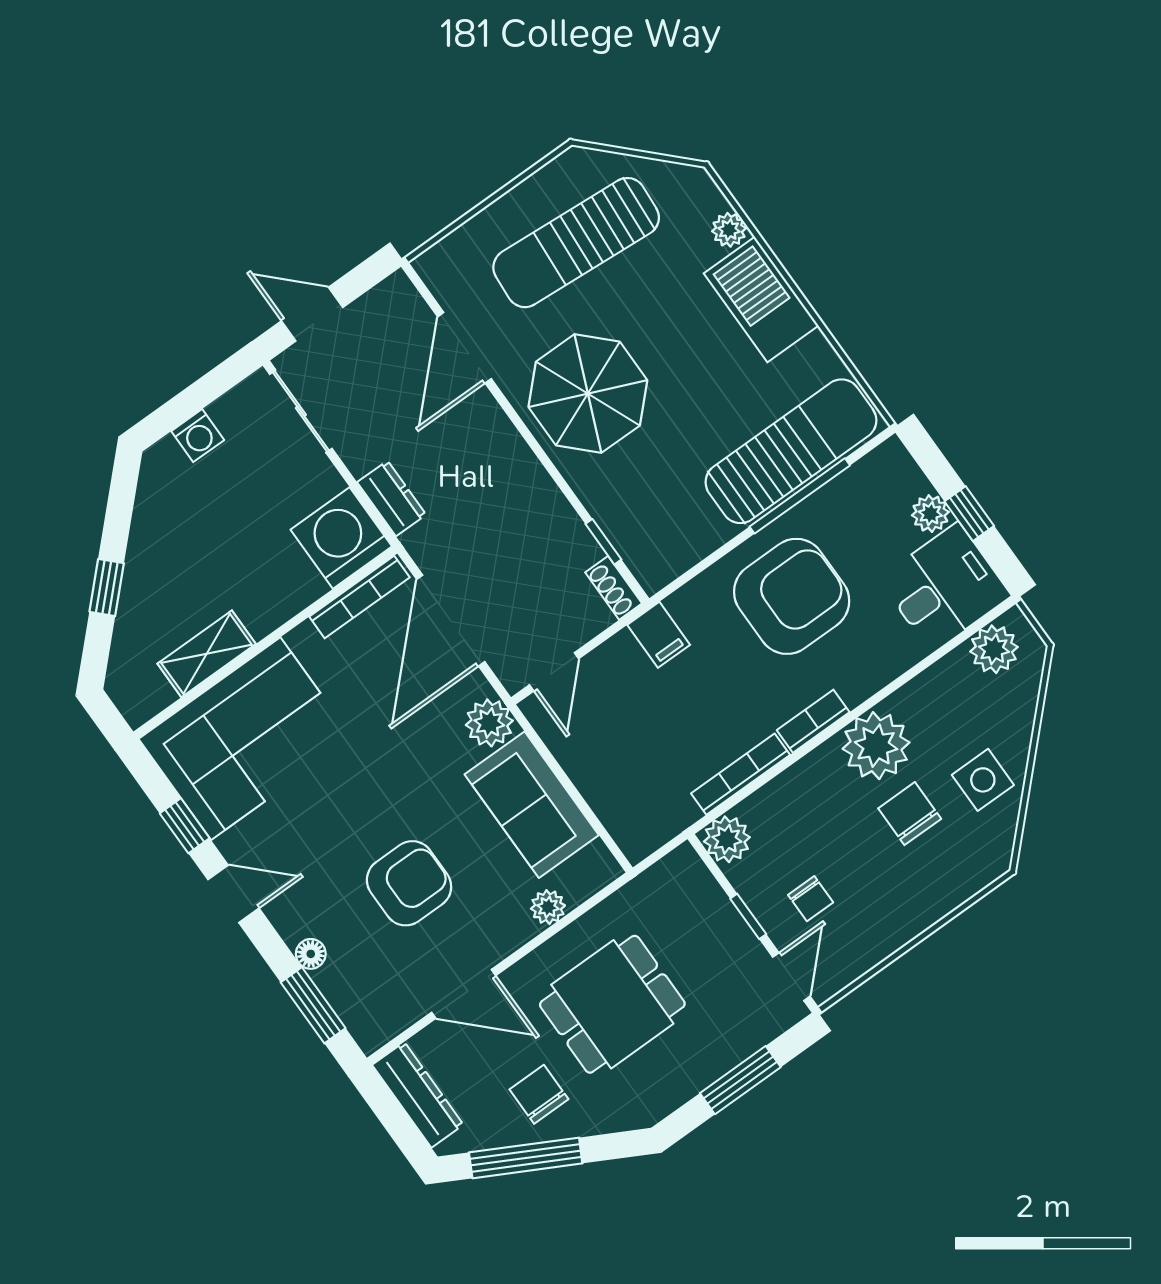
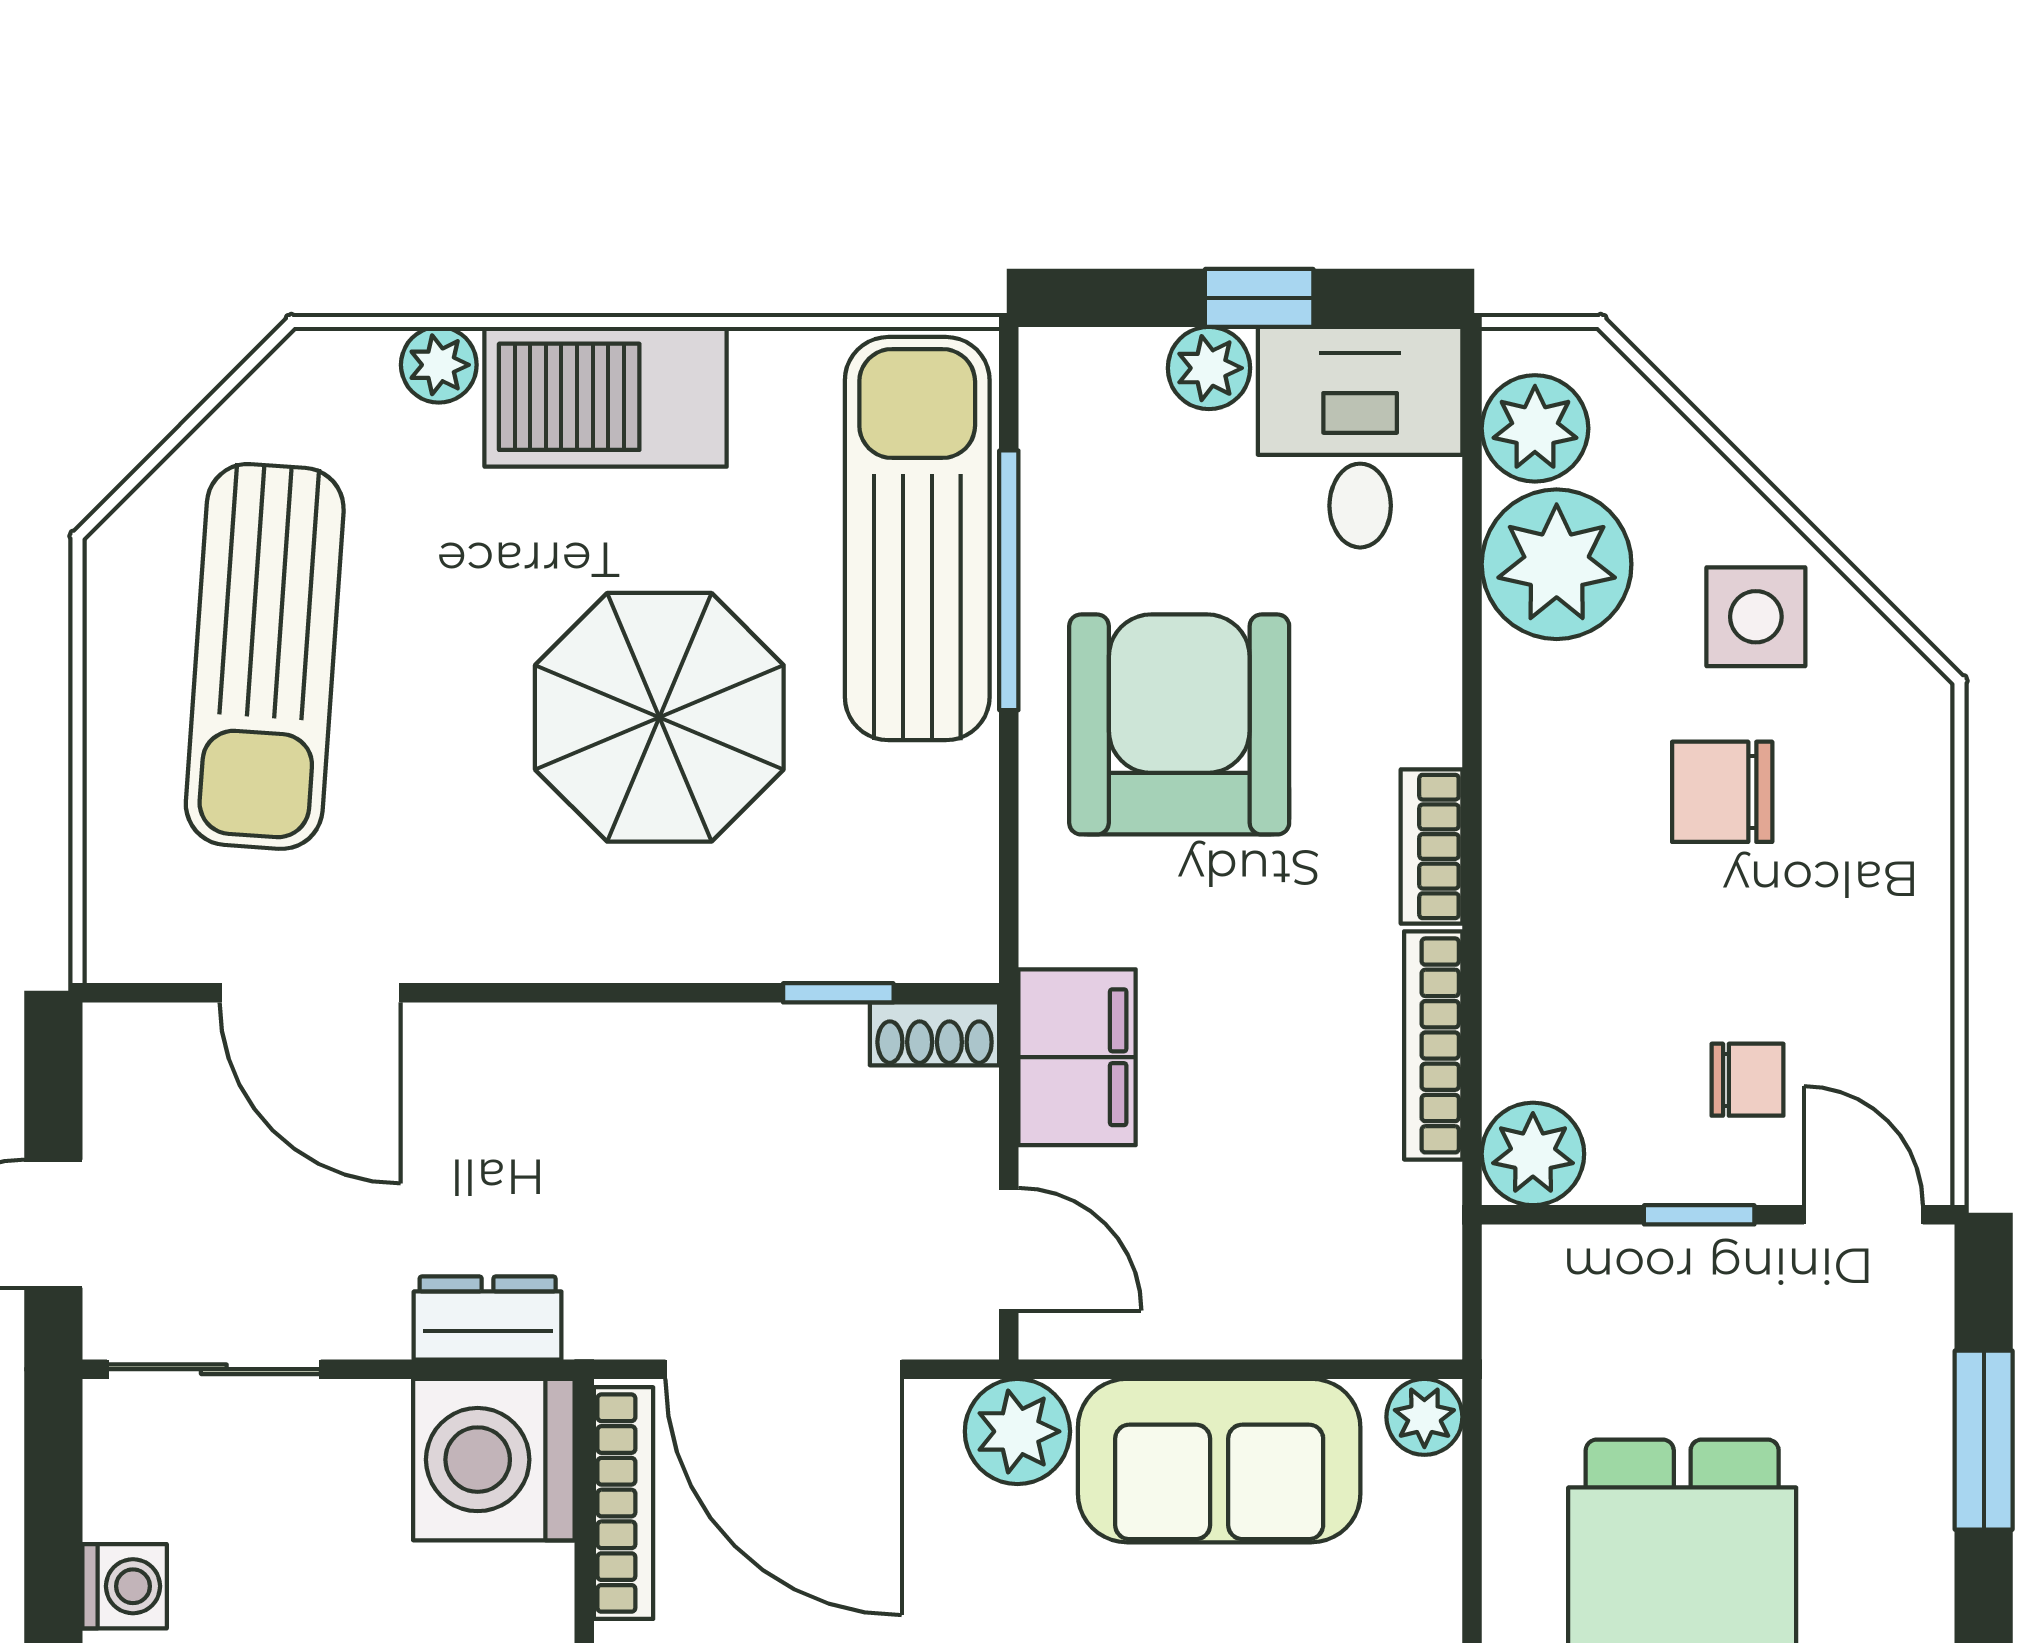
parasol: (588, 394) -> (659, 717), moved
filing cabinet: (659, 635) -> (1077, 1057), width x2.00
plant: (876, 746) -> (1557, 564), moved
plant: (548, 907) -> (1424, 1417), moved

